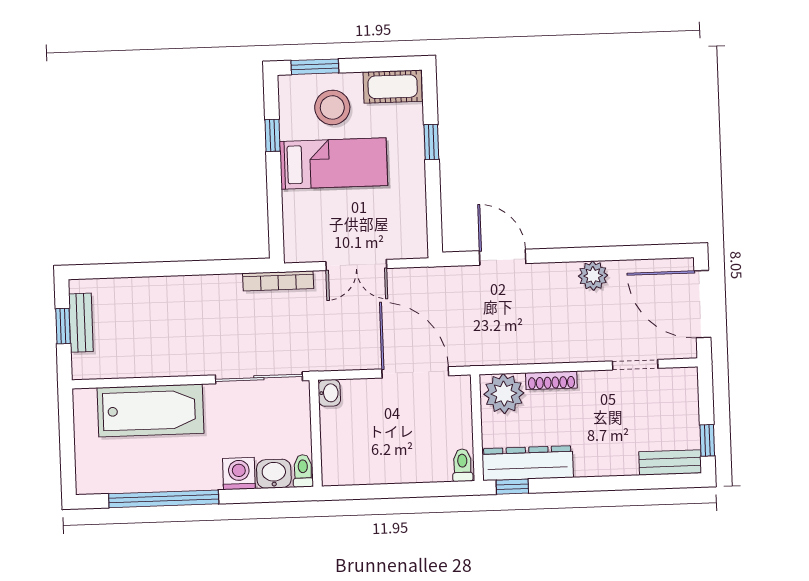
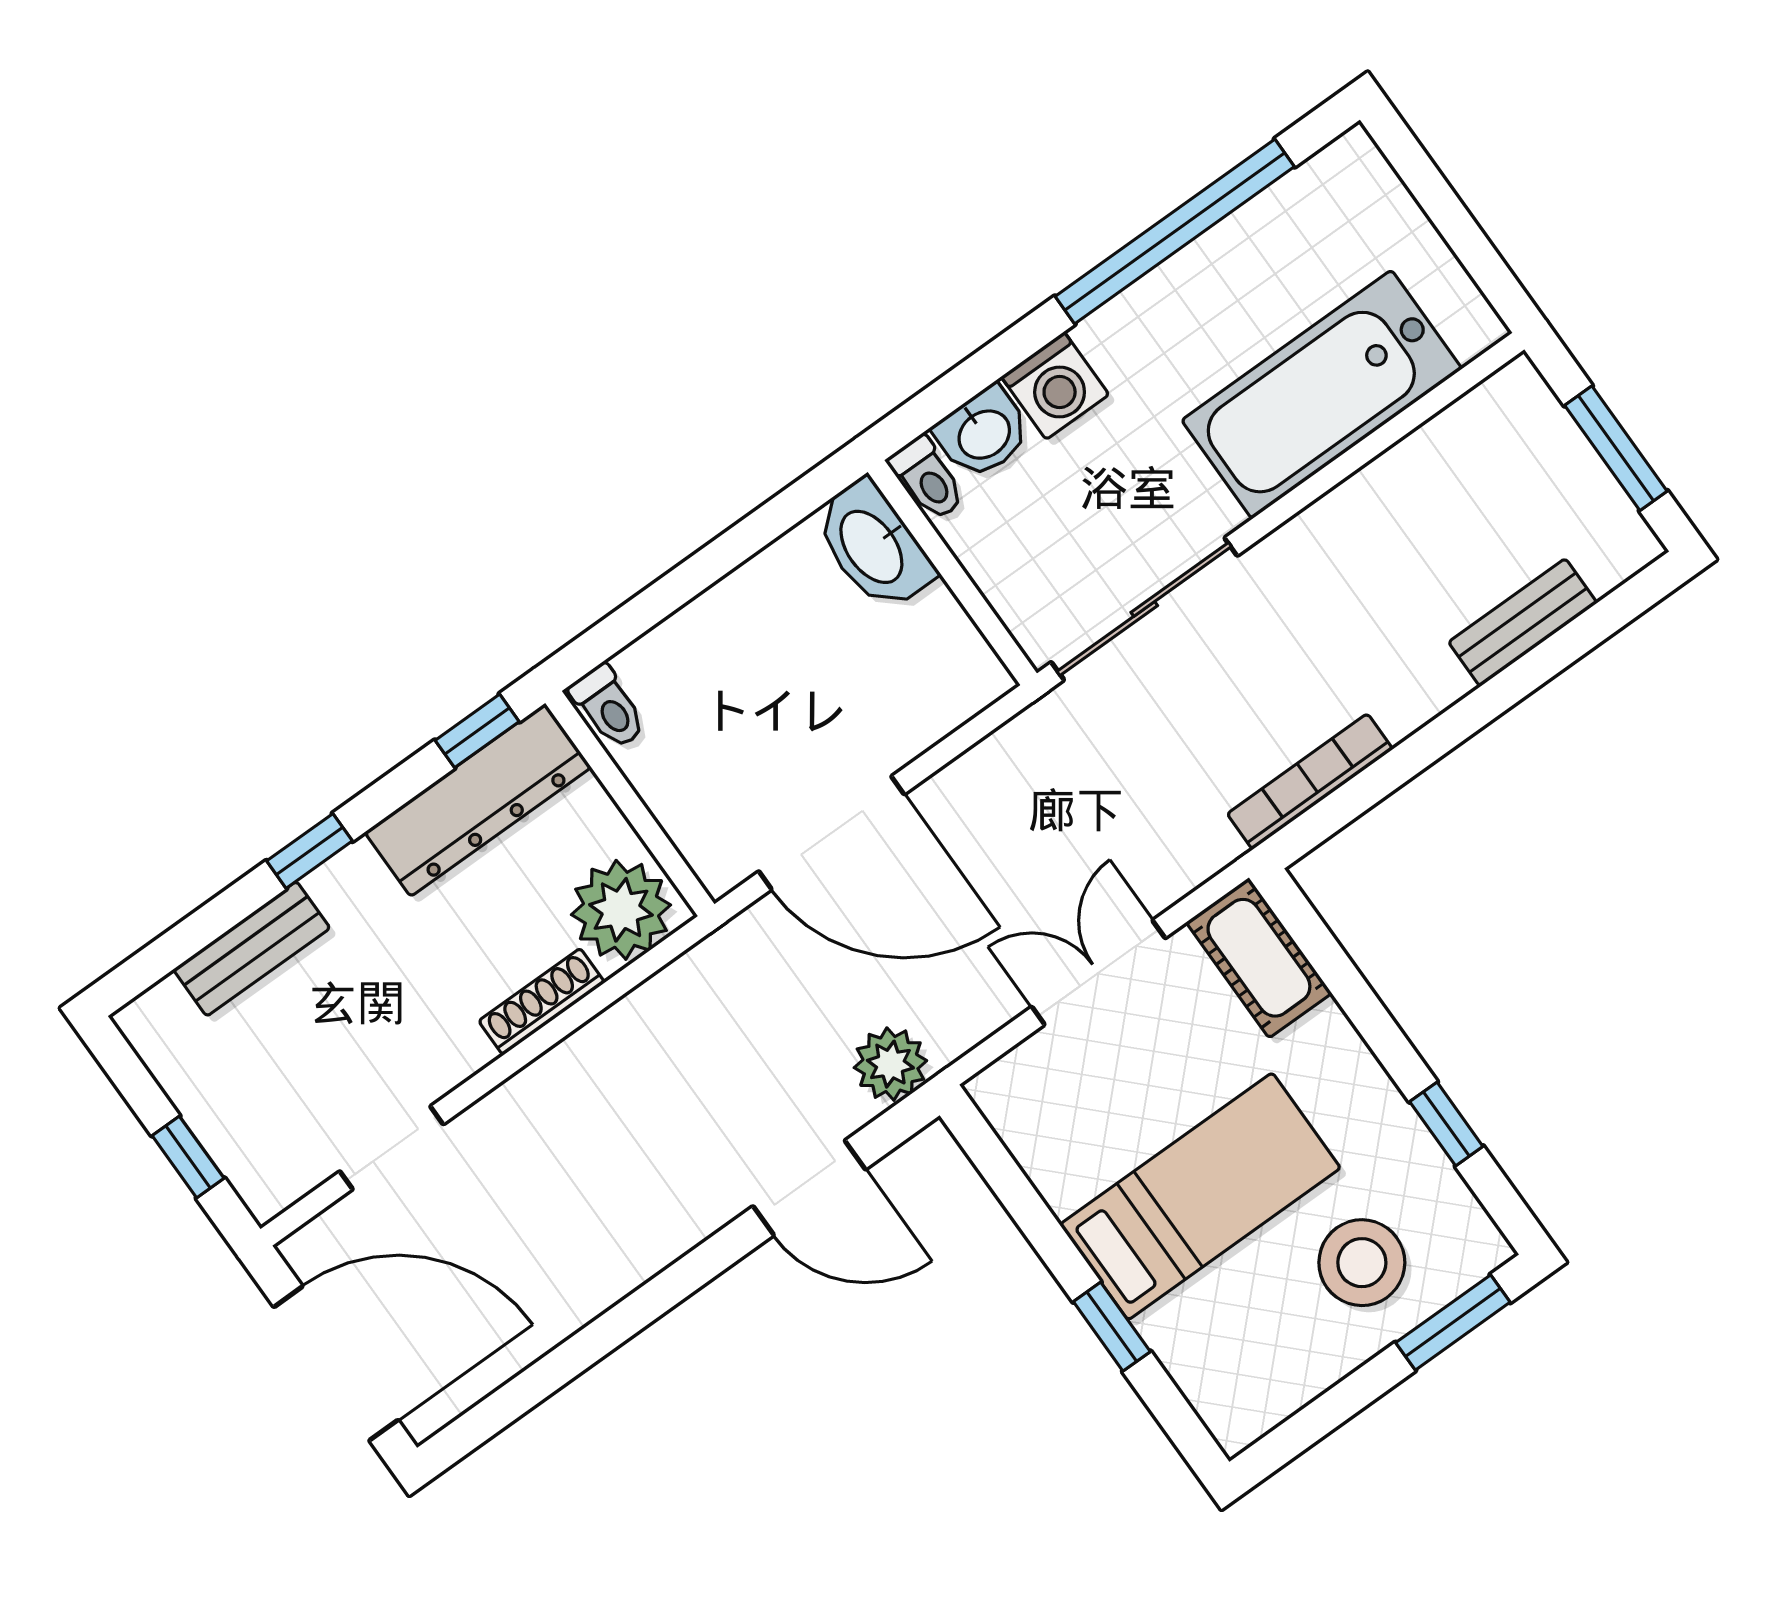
cot: (393, 87) -> (1259, 958), moved, turned 90
bed: (334, 163) -> (1200, 1196), moved, turned 180
plant: (593, 276) -> (890, 1064), moved
bookcase: (278, 281) -> (1310, 781), moved
bench: (81, 323) -> (1523, 622), moved, turned 90
window: (63, 326) -> (1616, 448), width x1.50
washbasin: (329, 393) -> (873, 546), moved, width x1.91, depth x1.45
window: (707, 440) -> (188, 1157), moved
bench: (670, 462) -> (252, 949), moved
window: (596, 484) -> (309, 851), added

